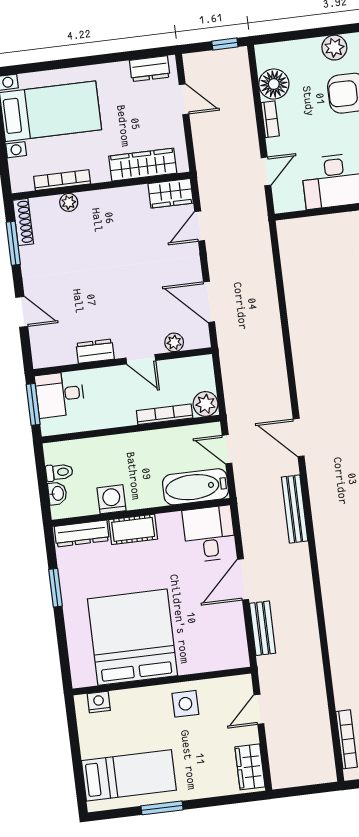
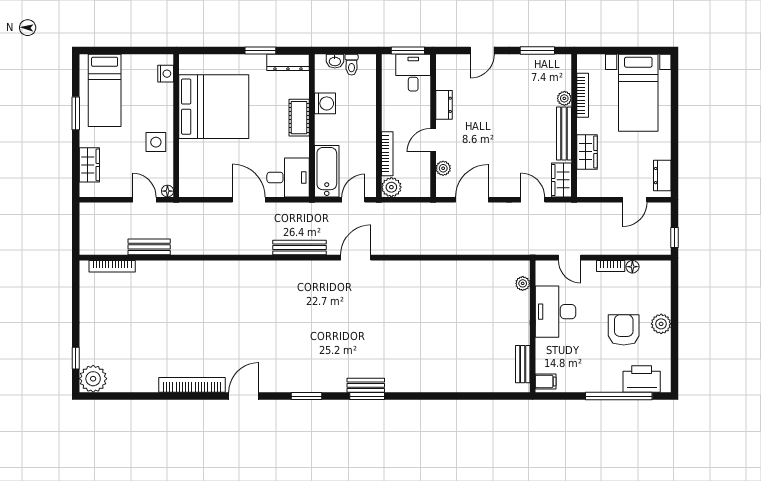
floor lamp: (274, 84) -> (632, 267), width x0.53, depth x0.53
wardrobe: (143, 165) -> (587, 152), width x0.67
bench: (113, 197) -> (564, 134), added
shoe rack: (23, 222) -> (553, 60), removed
plant: (305, 226) -> (523, 283), added
dresser: (82, 533) -> (288, 62), moved, turned -90
bench: (263, 628) -> (149, 247), moved
floor lamp: (245, 682) -> (167, 191), added
wardrobe: (250, 767) -> (89, 165), moved, turned 90

